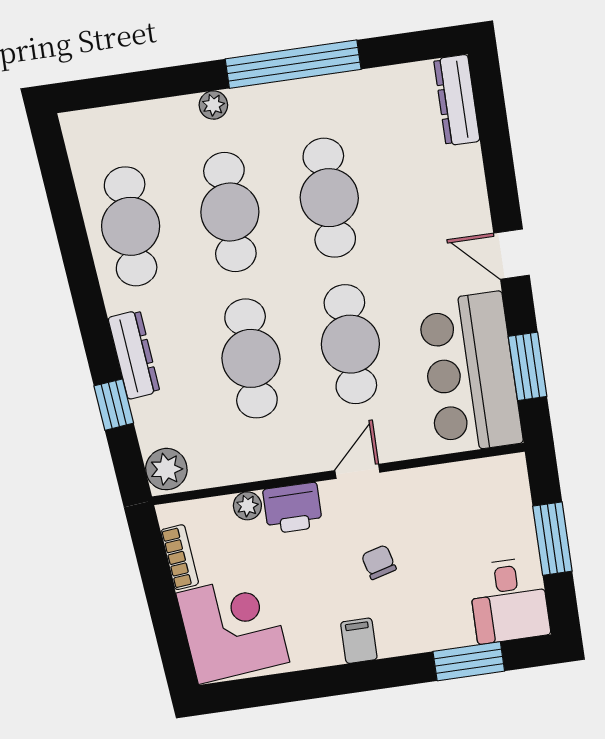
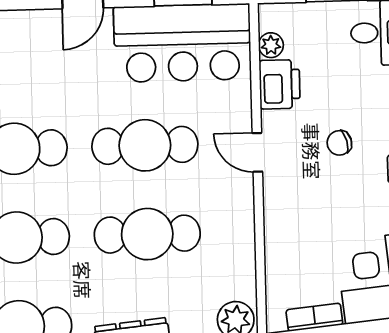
plant: (247, 506) -> (271, 45), moved
printer: (293, 508) -> (280, 84), moved

